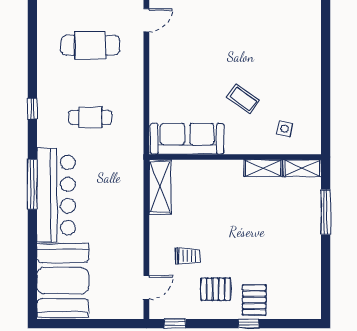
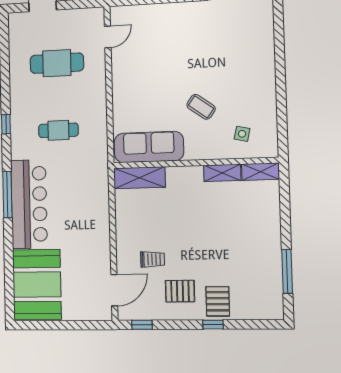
shelving: (160, 187) -> (139, 178), moved, turned 90
window: (326, 212) -> (287, 271), moved
door: (146, 287) -> (114, 290), width x1.38

